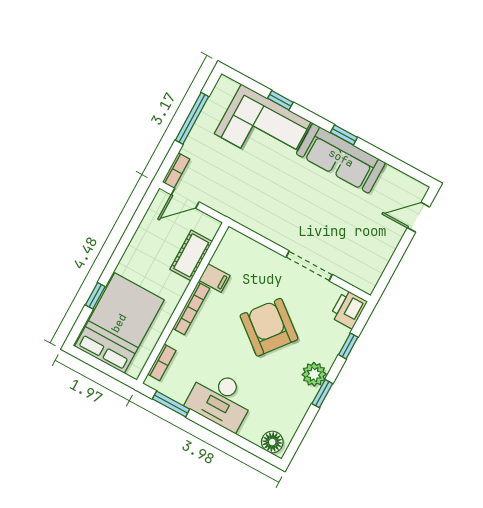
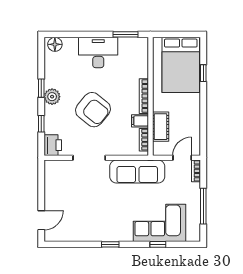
sofa: (341, 158) -> (137, 171), moved, turned 180
bookcase: (162, 362) -> (144, 140), moved

